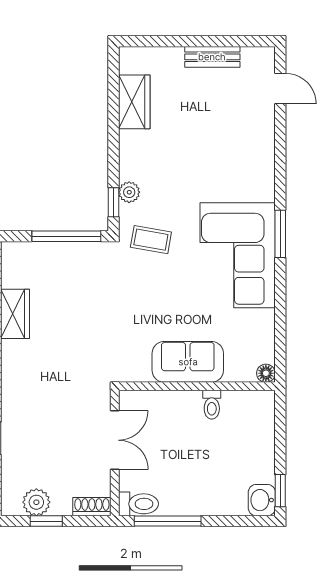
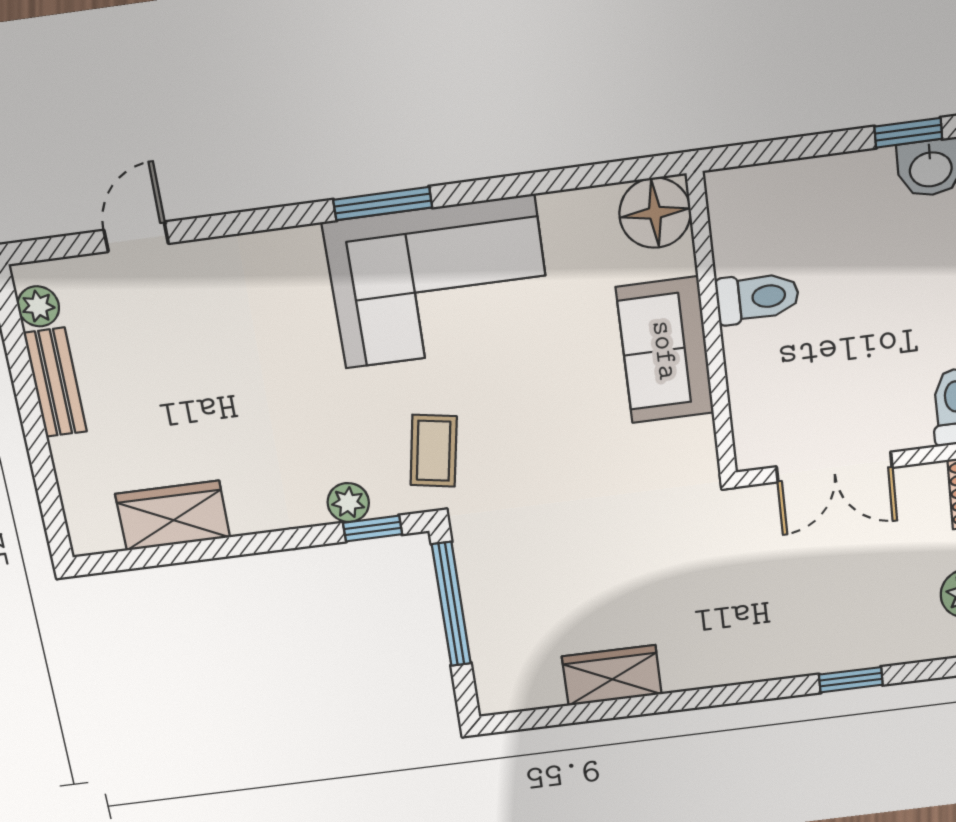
plant: (252, 57) -> (38, 306), added
door: (280, 89) -> (136, 237), moved
floor lamp: (266, 373) -> (655, 213), width x1.89, depth x1.89
toilet: (212, 405) -> (757, 298), width x1.37, depth x1.39
double door: (115, 440) -> (834, 467), swing flipped

